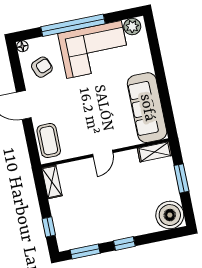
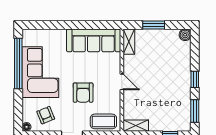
window: (73, 25) -> (18, 64), moved
plant: (132, 27) -> (29, 39), removed
armchair: (80, 108) -> (83, 93), added
boiler: (170, 215) -> (185, 35), width x0.54, depth x0.54

